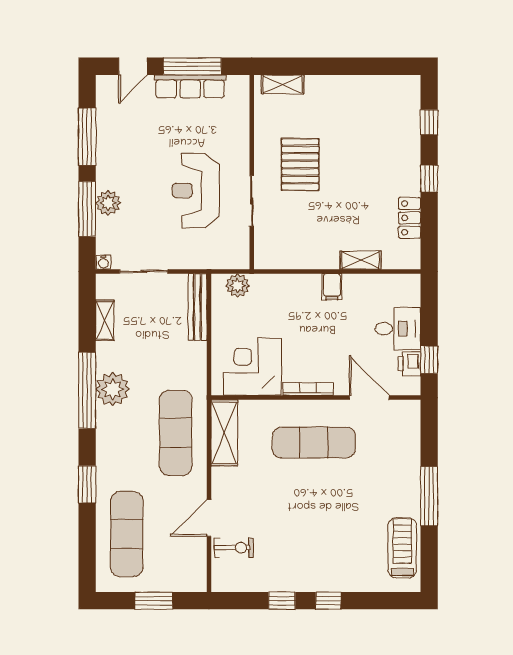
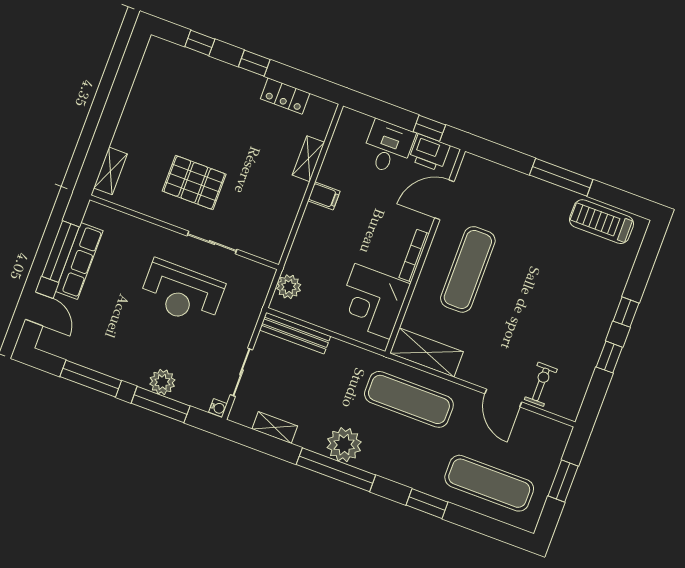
printer: (409, 364) -> (429, 153), width x1.36, depth x1.24

